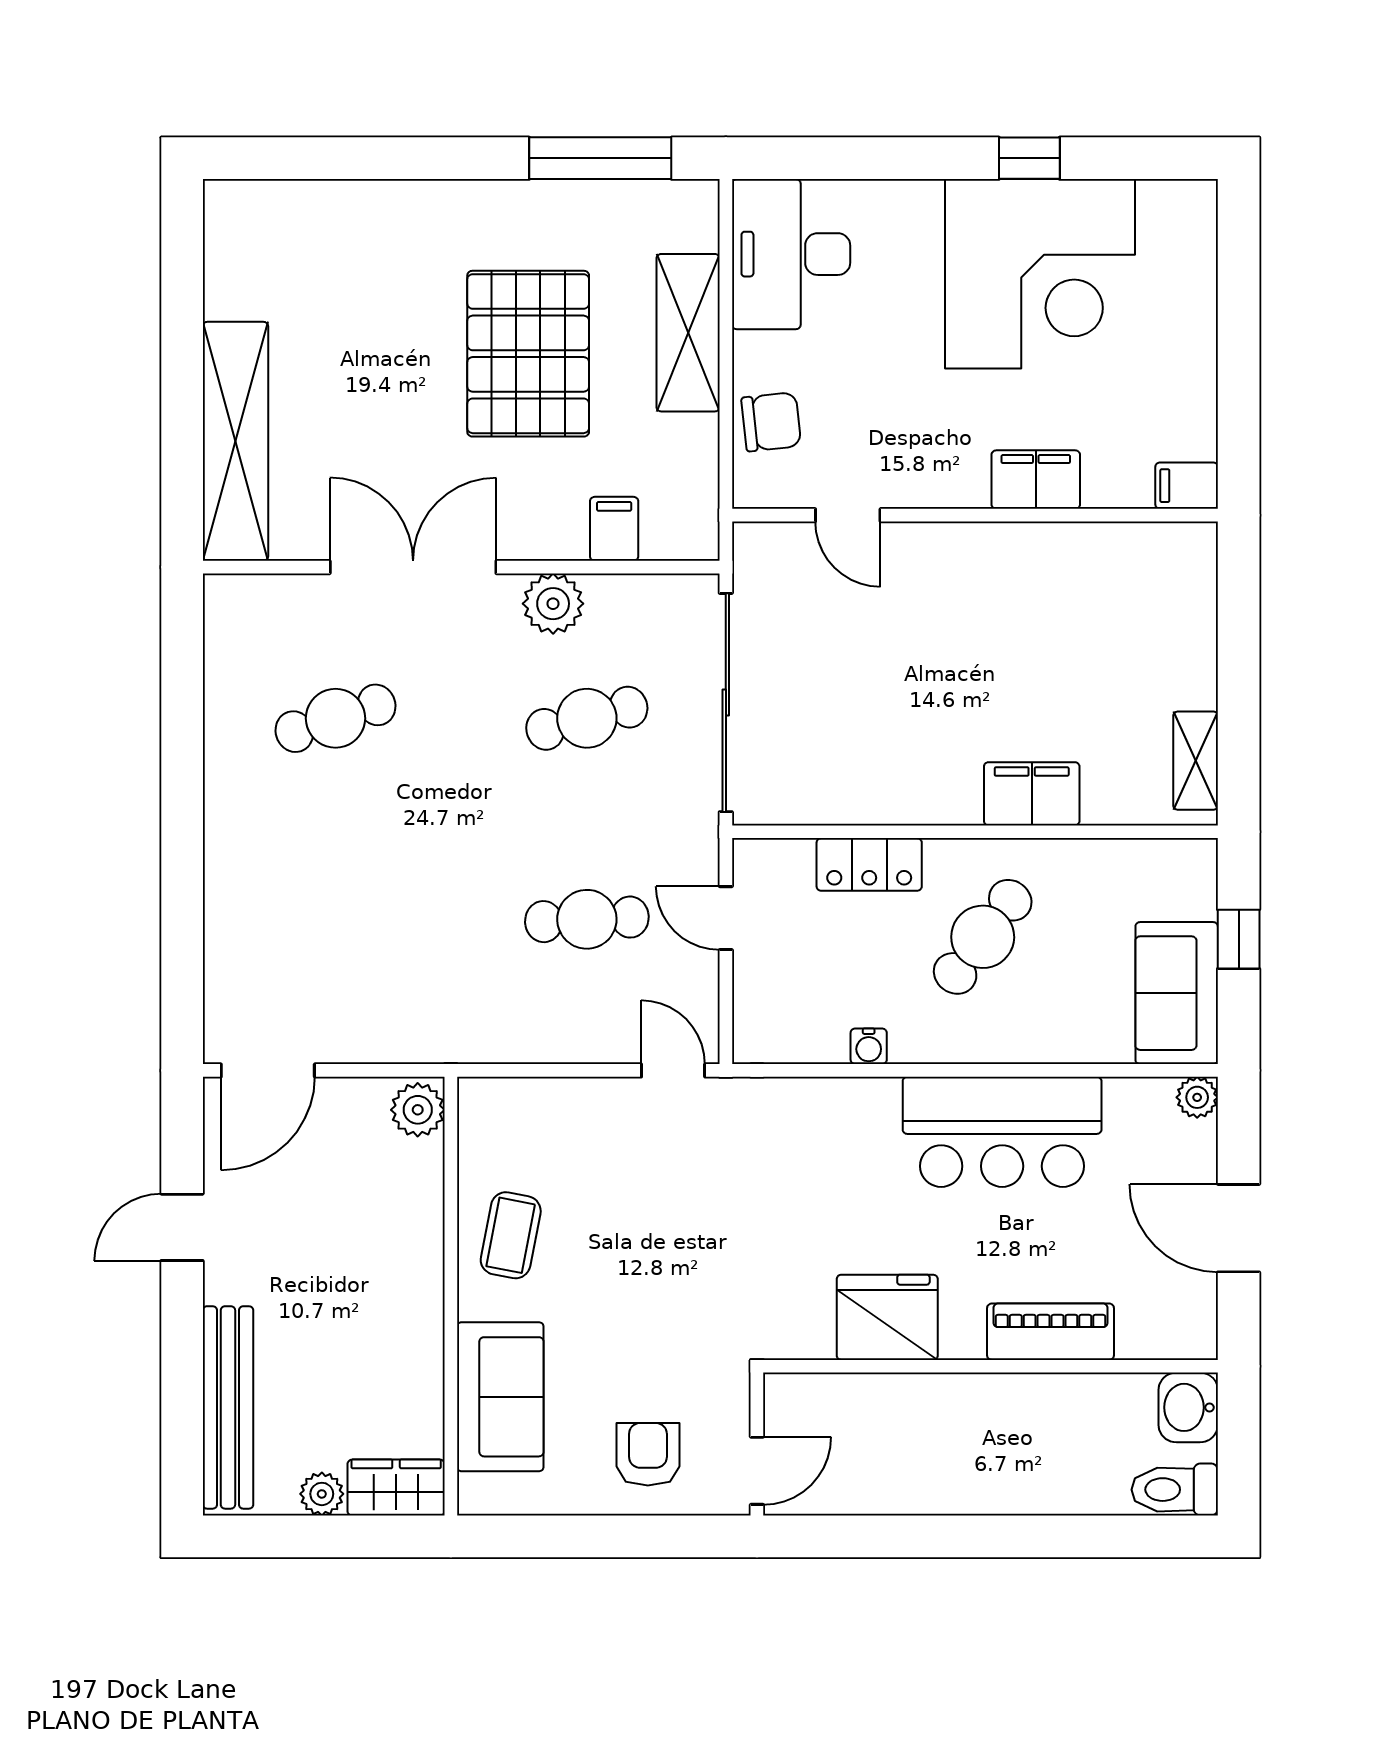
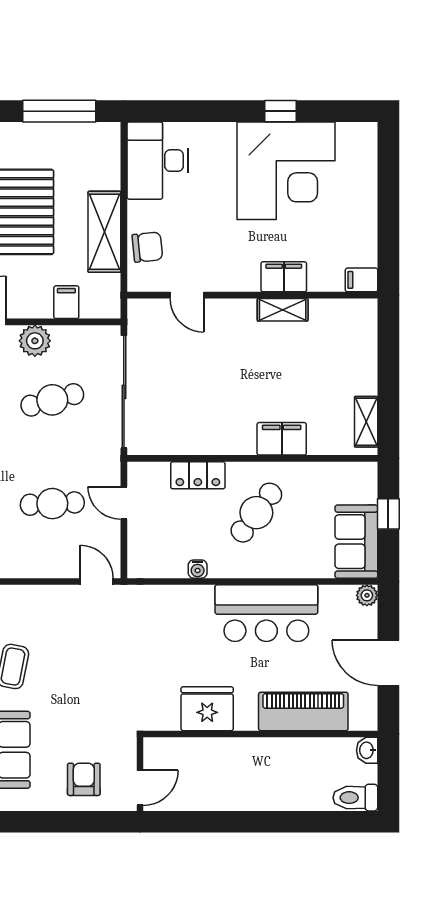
shelving: (688, 333) -> (104, 232), moved
shelving: (1033, 543) -> (283, 310), added
piano: (1051, 1332) -> (303, 711), width x1.37, depth x1.33
washbasin: (1188, 1407) -> (367, 750), width x0.72, depth x0.69

